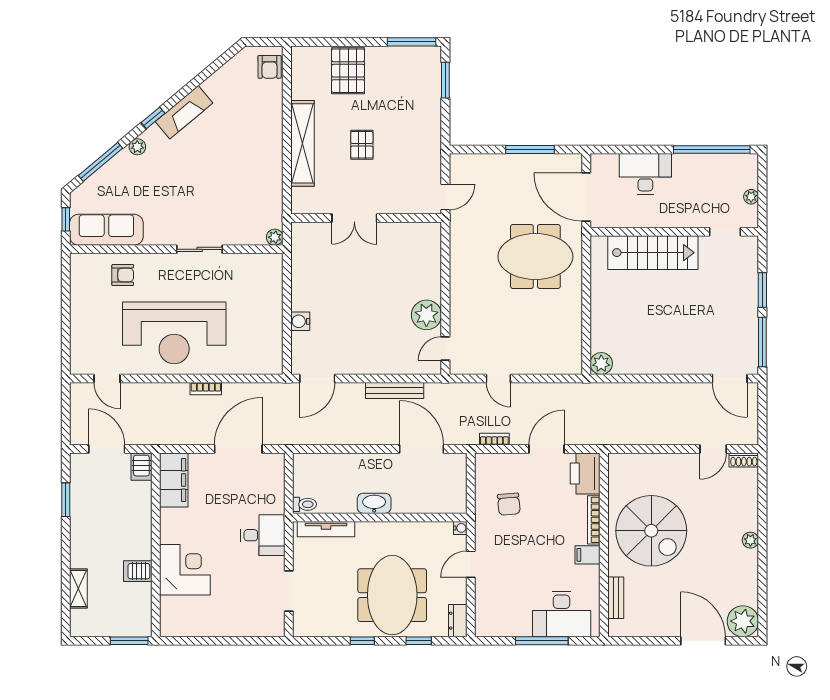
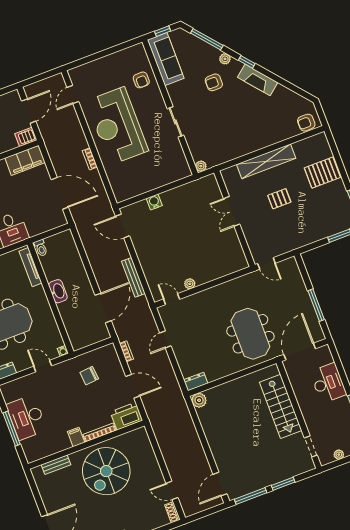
armchair: (164, 175) -> (214, 82), added
plant: (426, 315) -> (190, 284), width x0.53, depth x0.53
dresser: (573, 358) -> (196, 382), added
desk: (562, 614) -> (26, 417), moved

